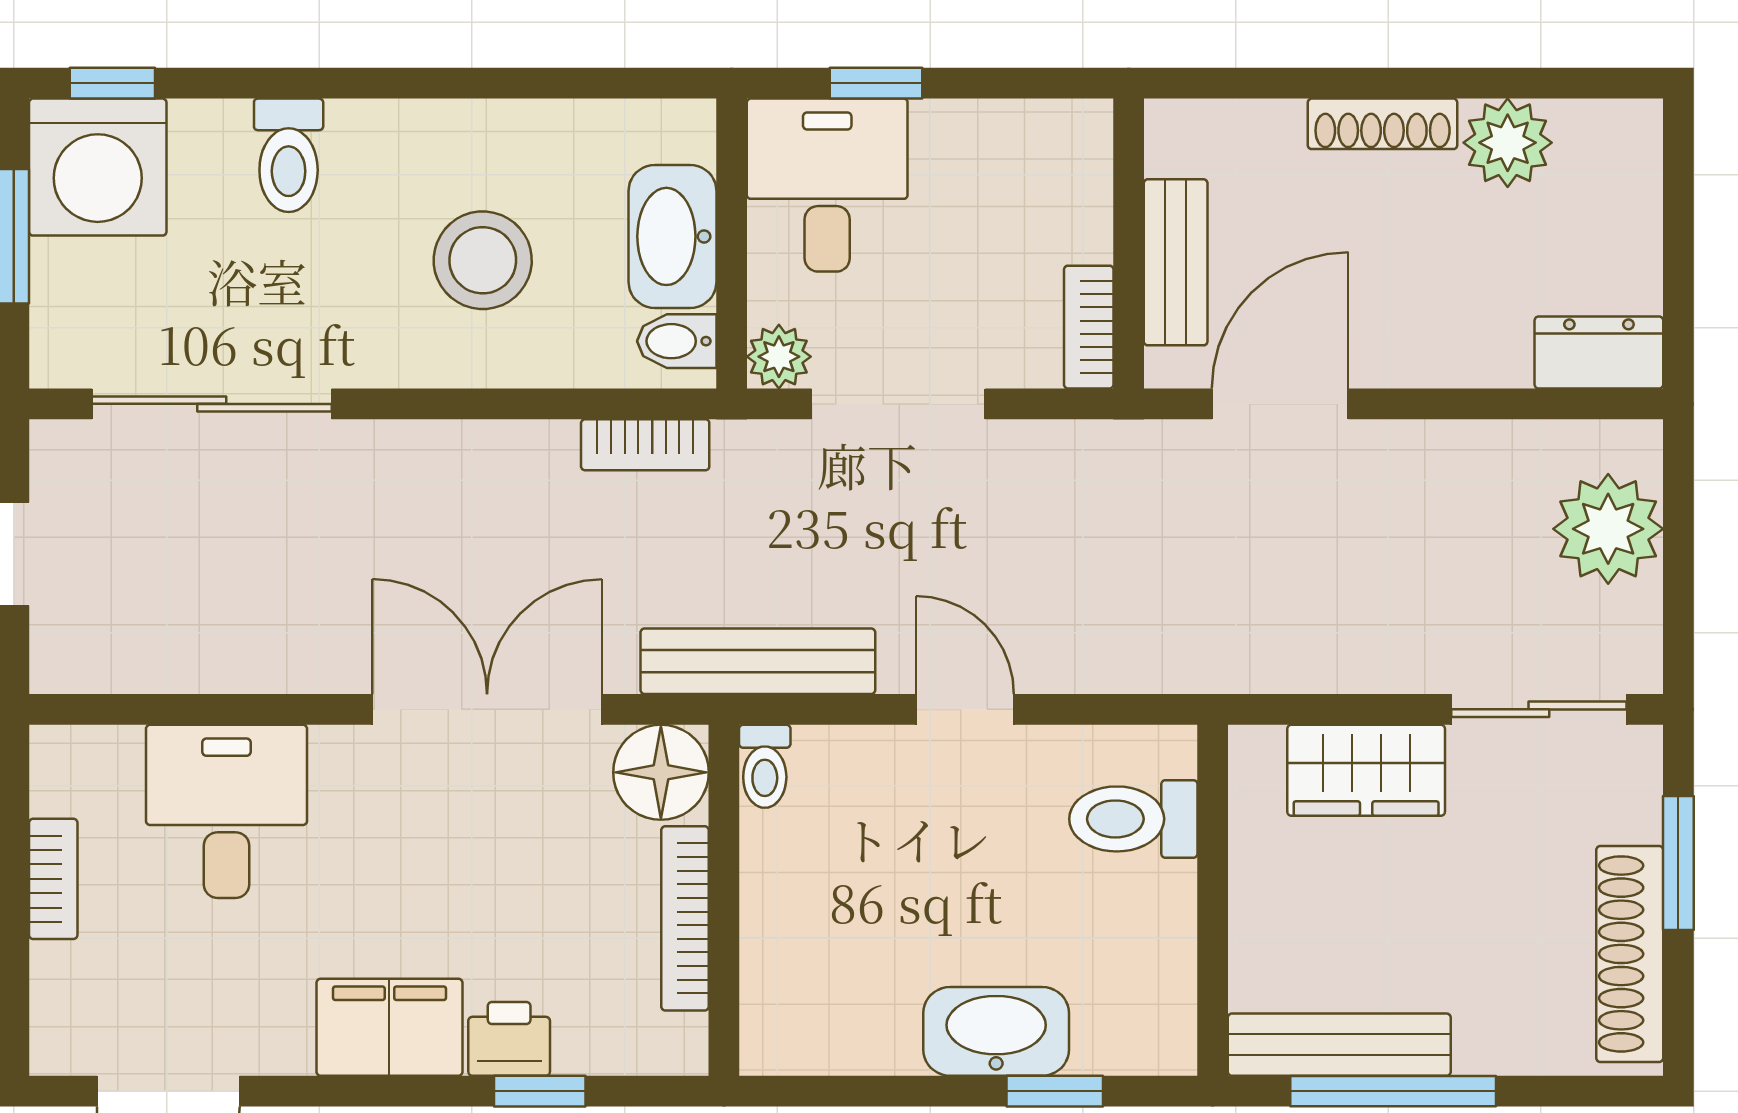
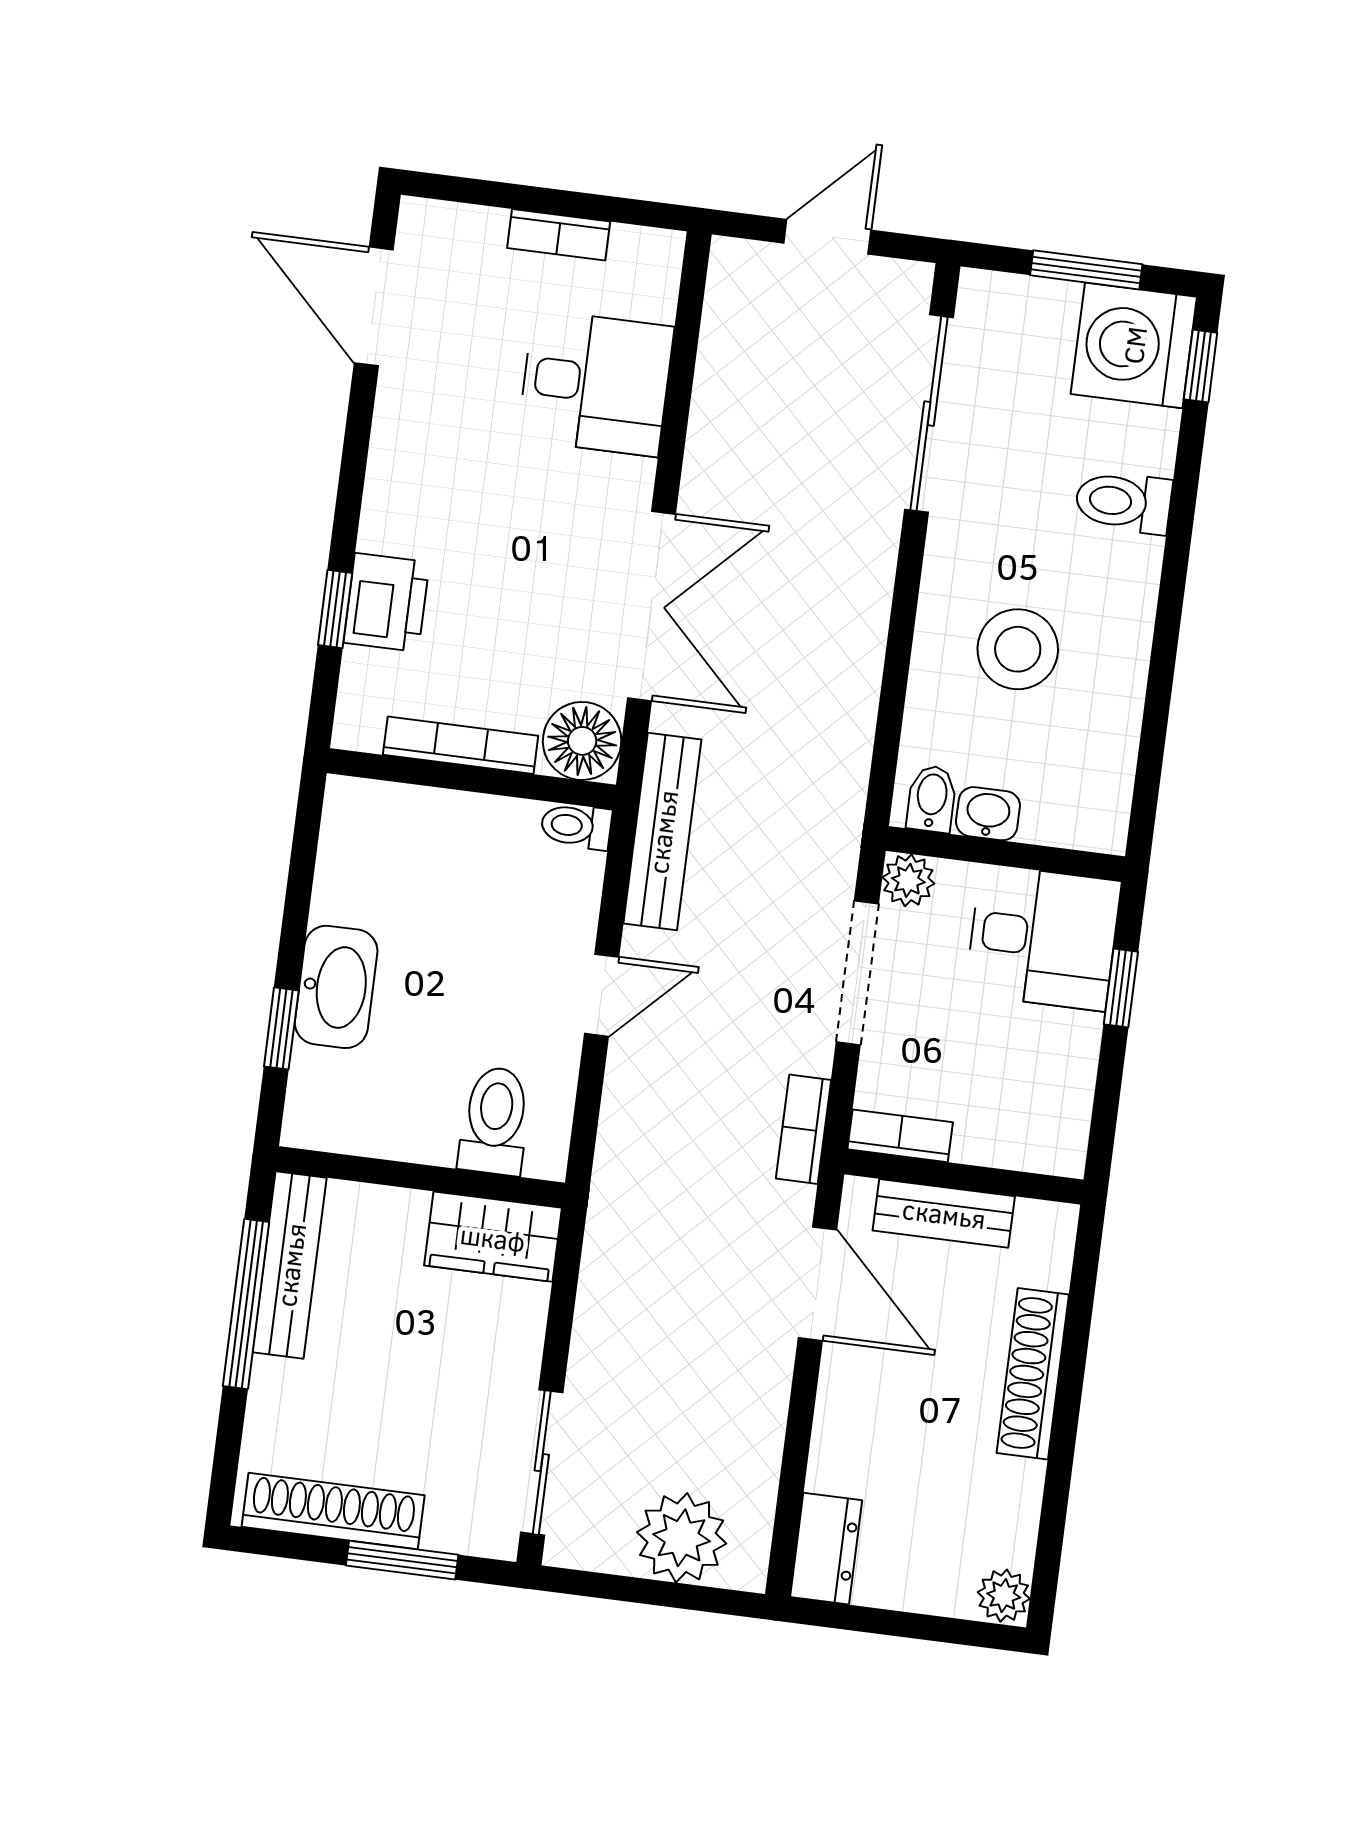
shoe rack: (1383, 124) -> (1033, 1374), width x1.36, depth x1.24
plant: (1508, 143) -> (1004, 1596), moved, width x0.73, depth x0.73
washbasin: (673, 236) -> (988, 814), width x0.52, depth x0.69
bookcase: (645, 445) -> (803, 1129), moved
wardrobe: (1366, 770) -> (493, 1237), moved, turned -90
filing cabinet: (389, 1027) -> (403, 493), removed
printer: (509, 1039) -> (386, 602), width x1.36, depth x1.24

